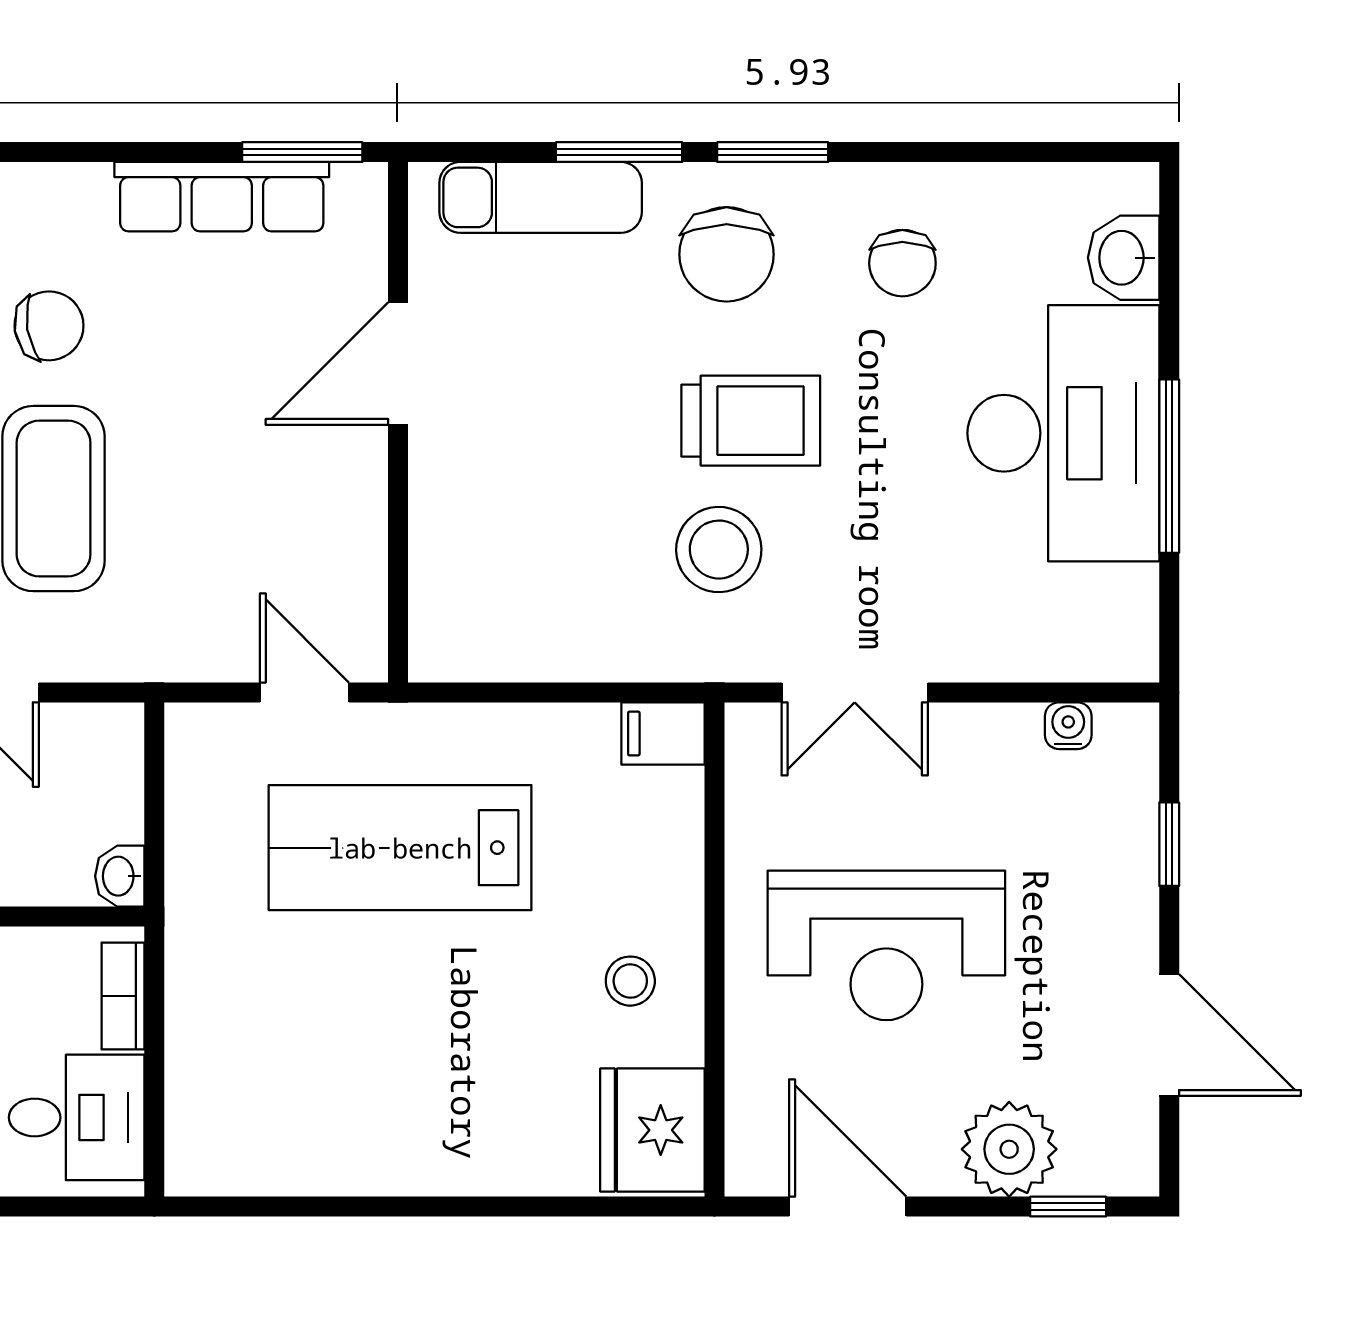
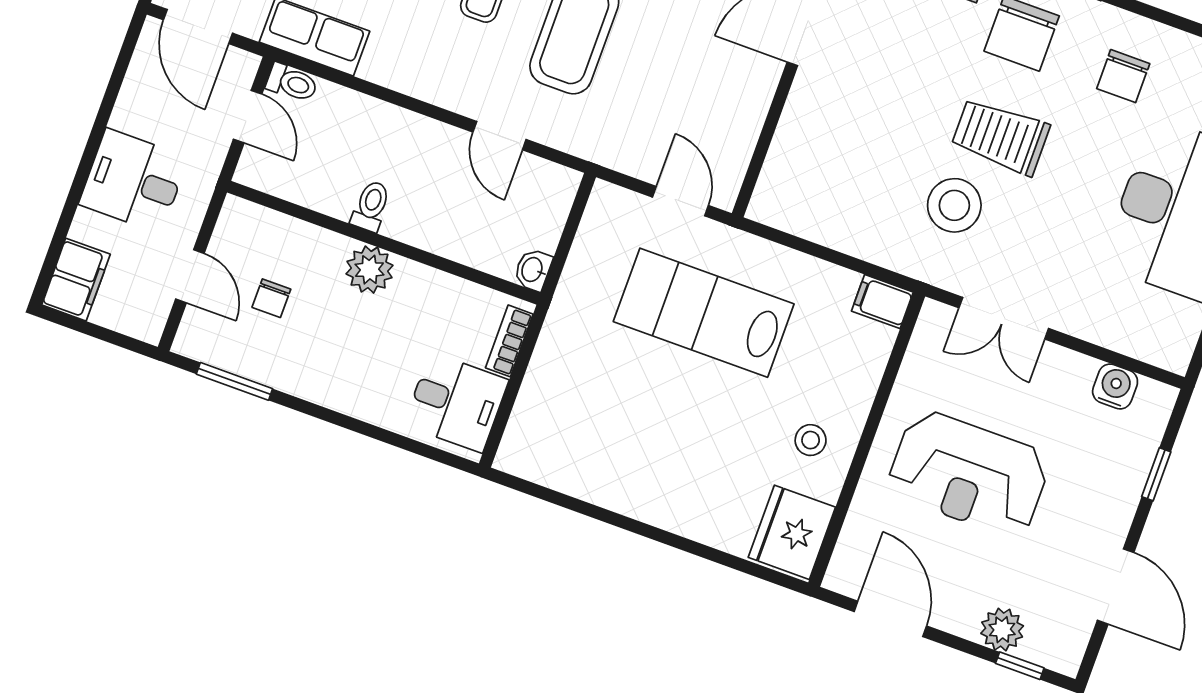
trolley: (751, 421) -> (1001, 136), turned 180
water cooler: (1068, 726) -> (1115, 387), width x1.38, depth x1.38
plant: (1009, 1149) -> (1002, 630), width x0.73, depth x0.73

